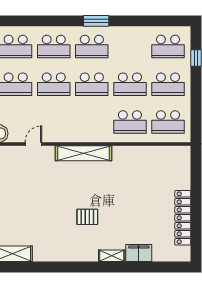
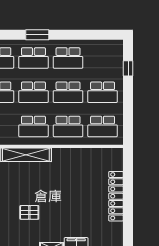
school desk: (168, 47) -> (68, 58), moved
school desk: (92, 122) -> (33, 126), added
locker: (183, 218) -> (116, 196), moved

